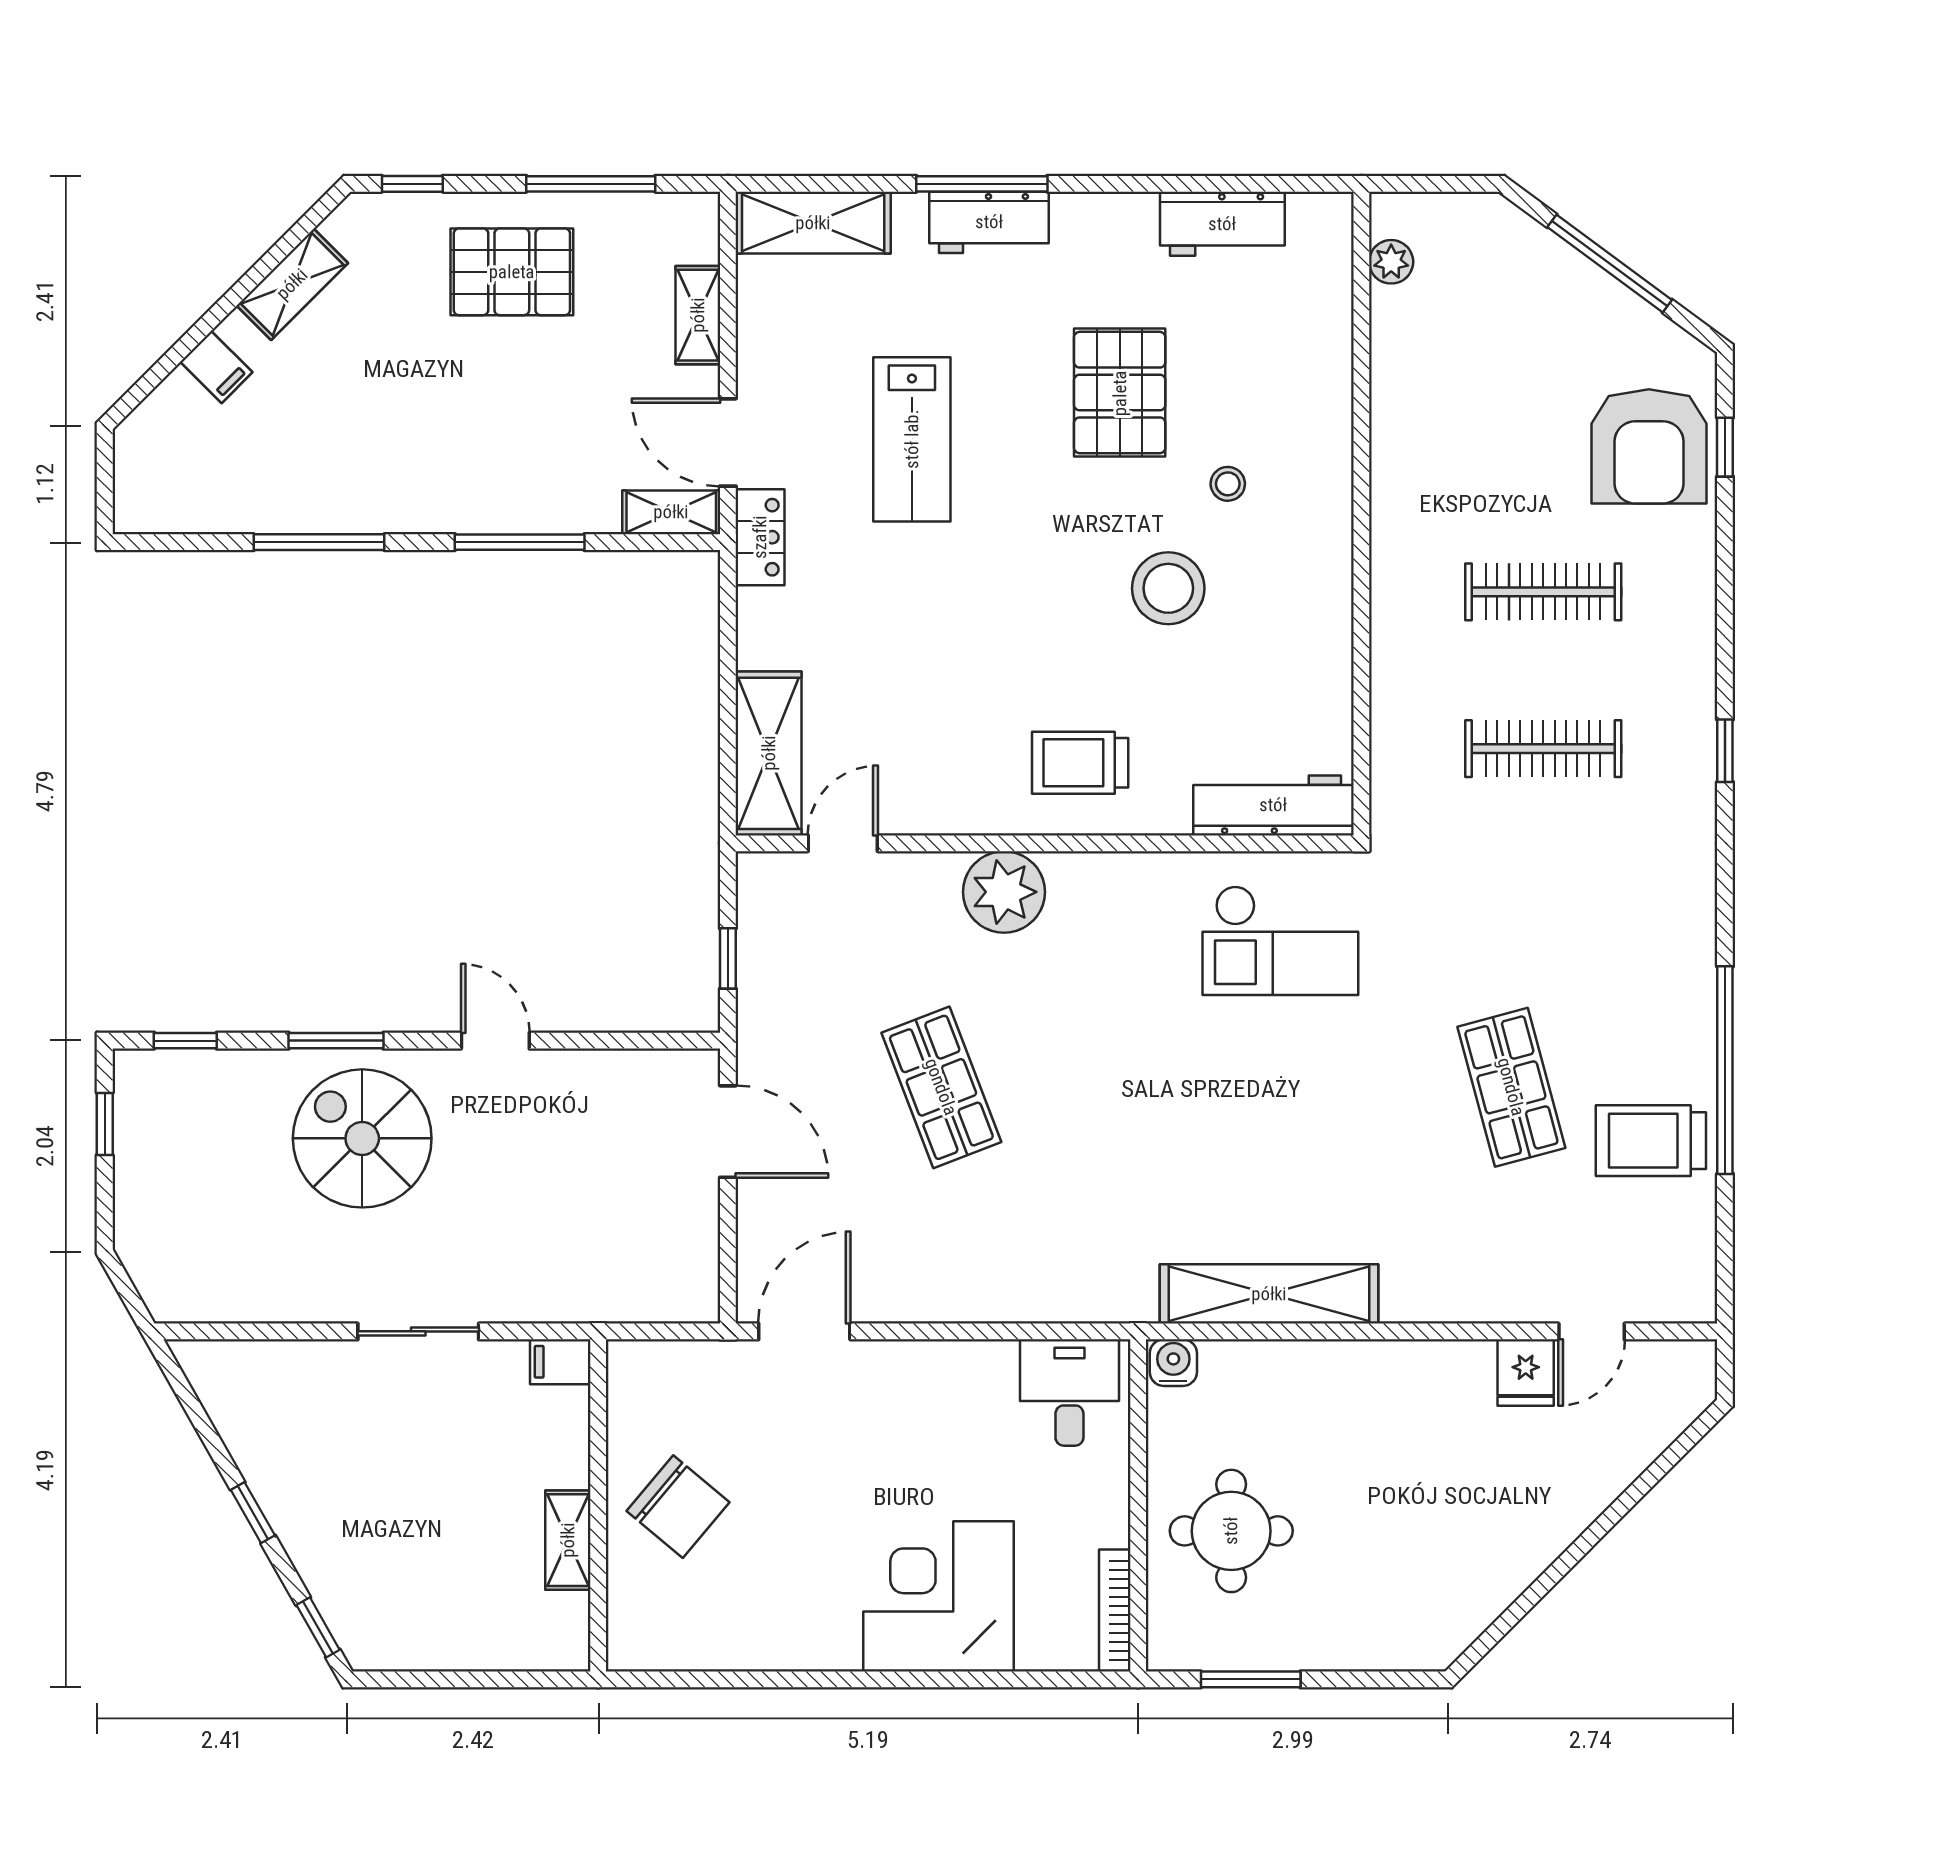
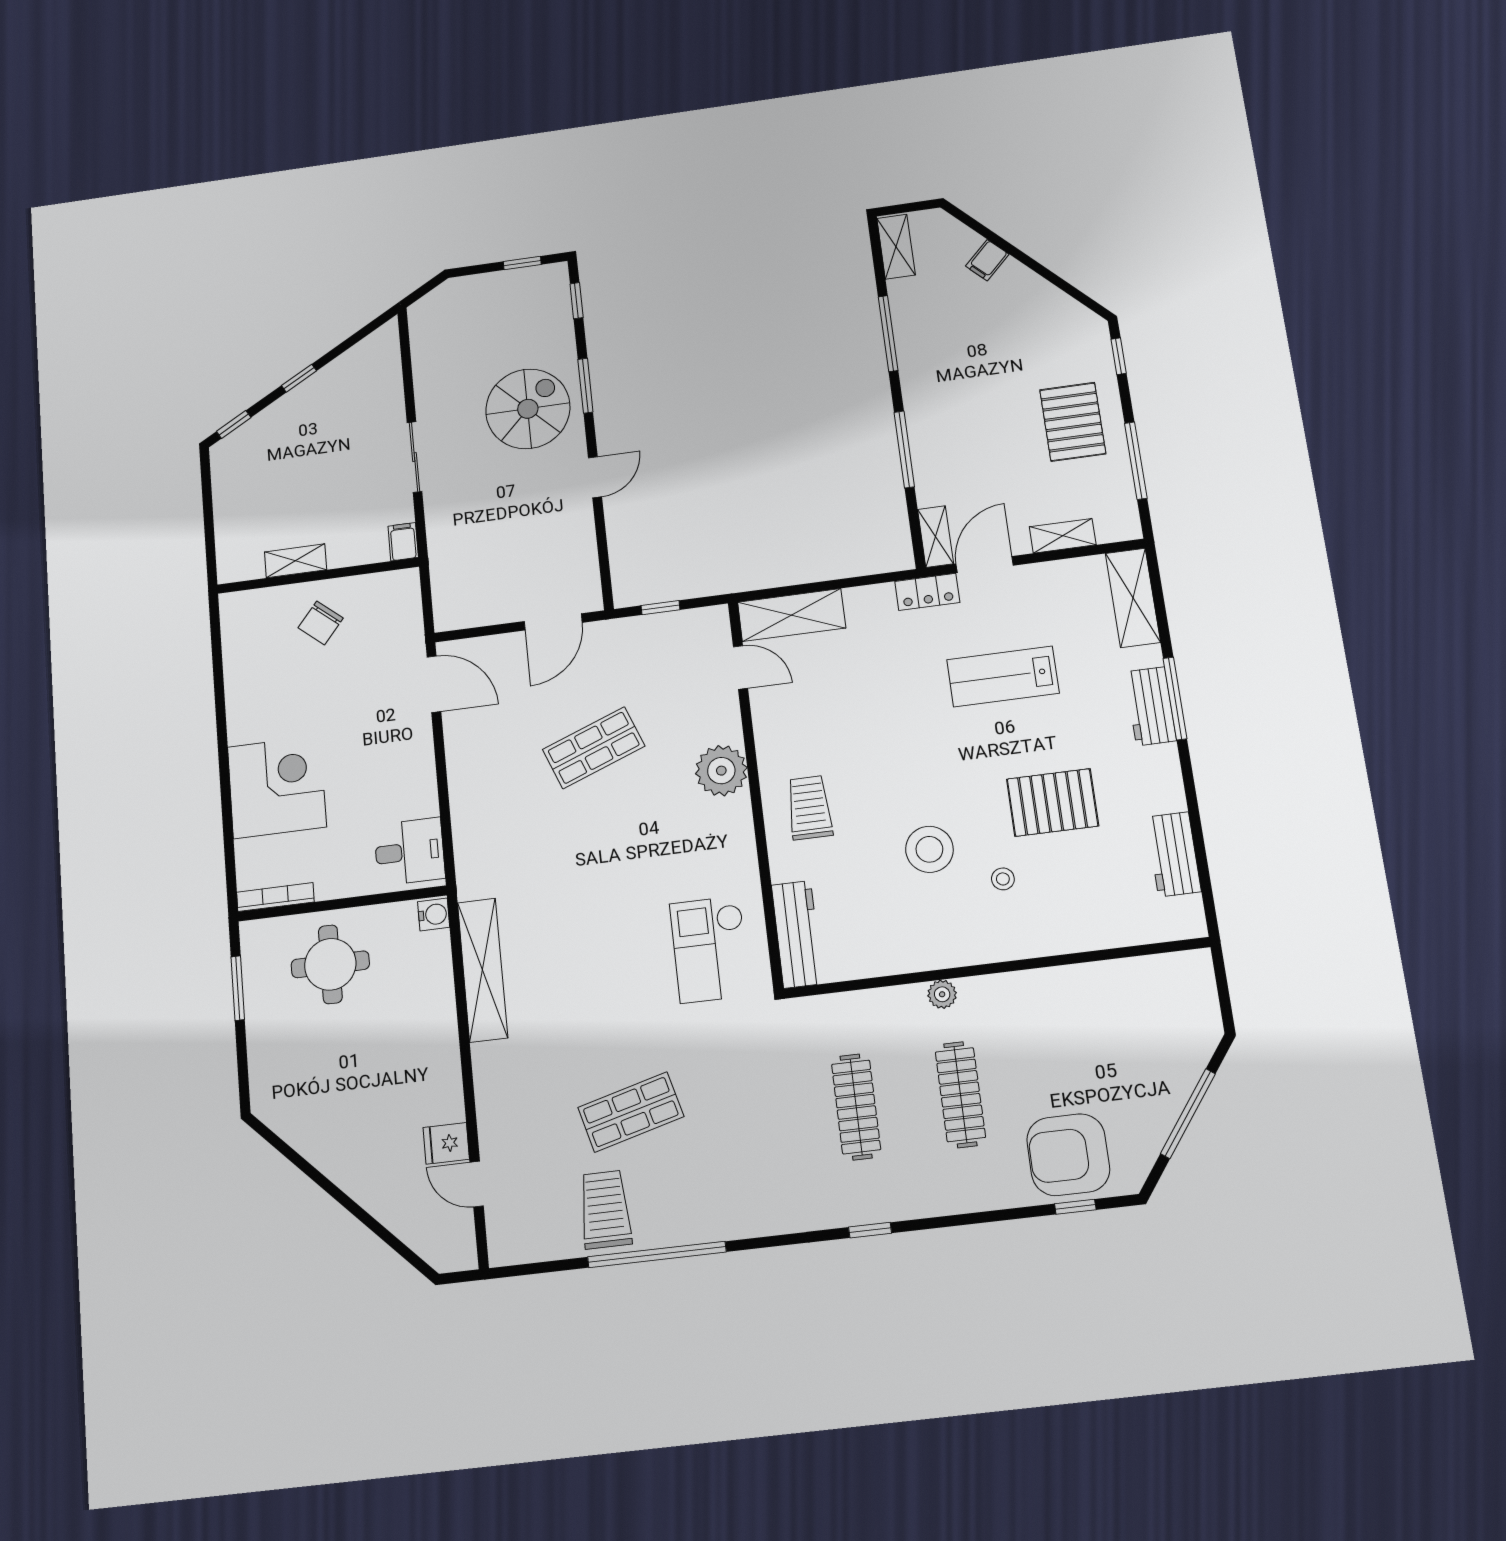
plant: (1391, 262) -> (942, 994), moved
shelving: (292, 284) -> (896, 247), moved, turned 45
chair: (678, 1507) -> (321, 623), width x0.73, depth x0.73

